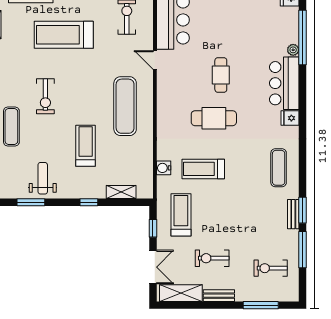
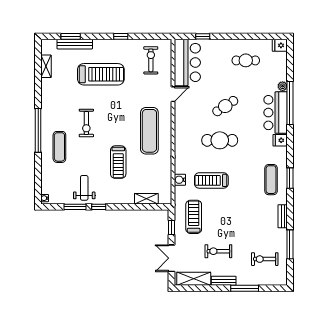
cafe table: (247, 17) -> (246, 60), added
treadmill: (64, 35) -> (101, 74), turned 180
window: (303, 37) -> (290, 103), moved
door: (155, 60) -> (173, 94), swing flipped
cafe table: (221, 75) -> (225, 106), turned 57
treadmill: (86, 146) -> (118, 162), turned 180
window: (89, 202) -> (99, 207), moved
window: (303, 210) -> (290, 178), moved
double door: (153, 267) -> (172, 258), swing flipped
window: (261, 305) -> (245, 288), moved

